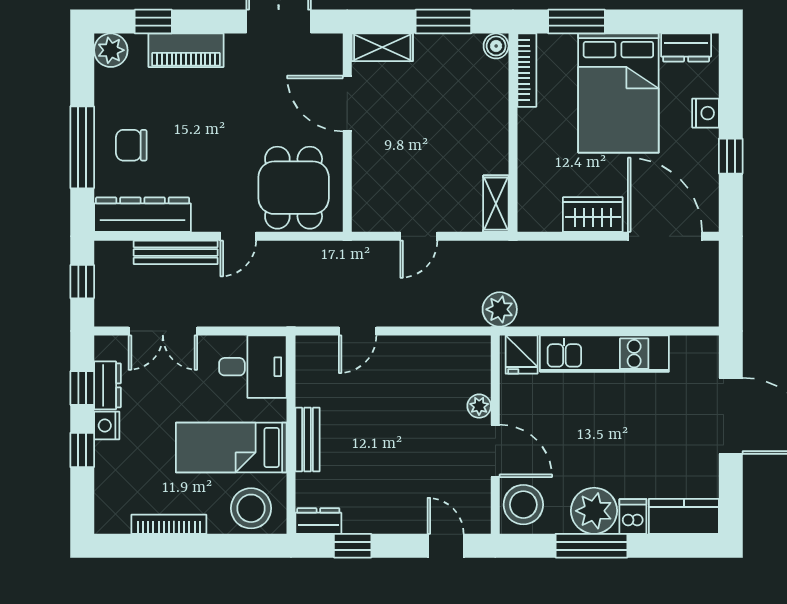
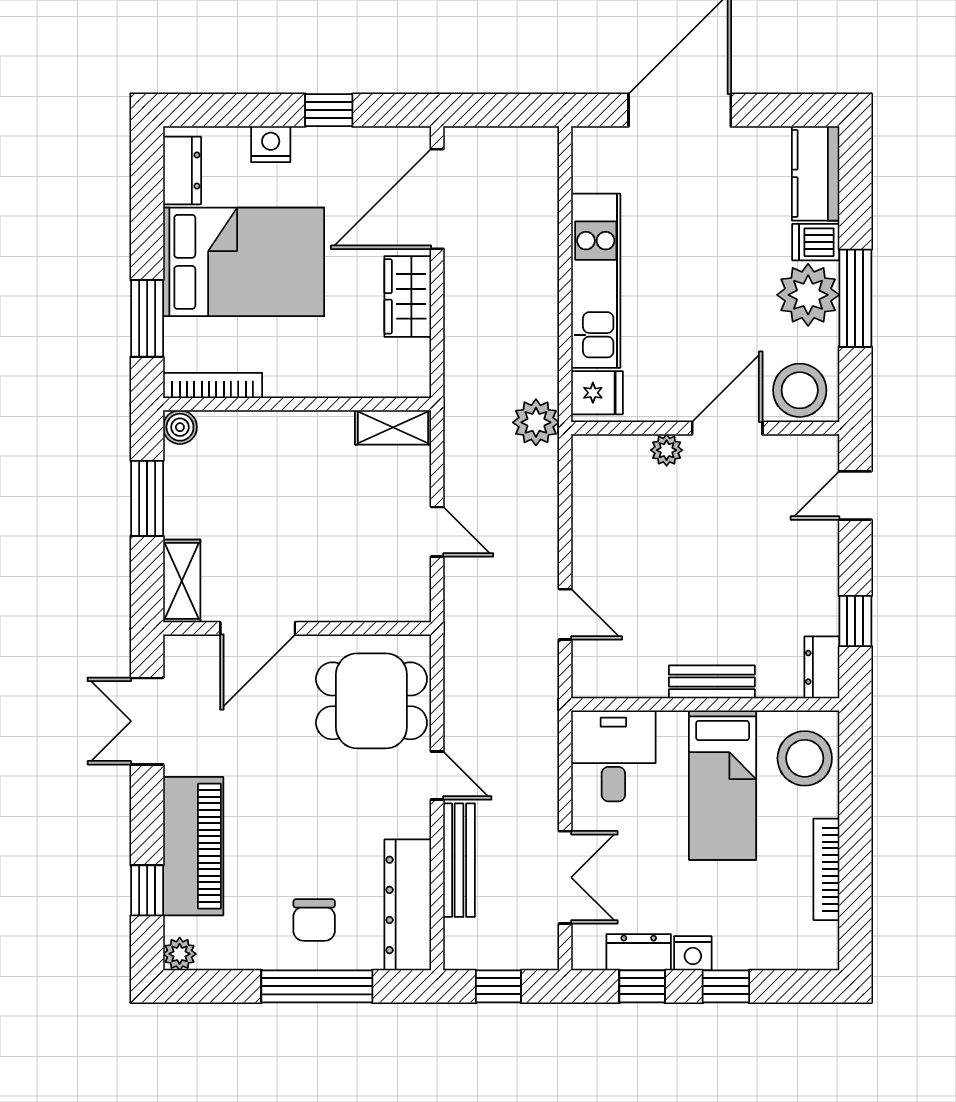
plant: (111, 50) -> (180, 954), width x0.73, depth x0.73
piano: (186, 50) -> (193, 846), width x1.37, depth x1.33

